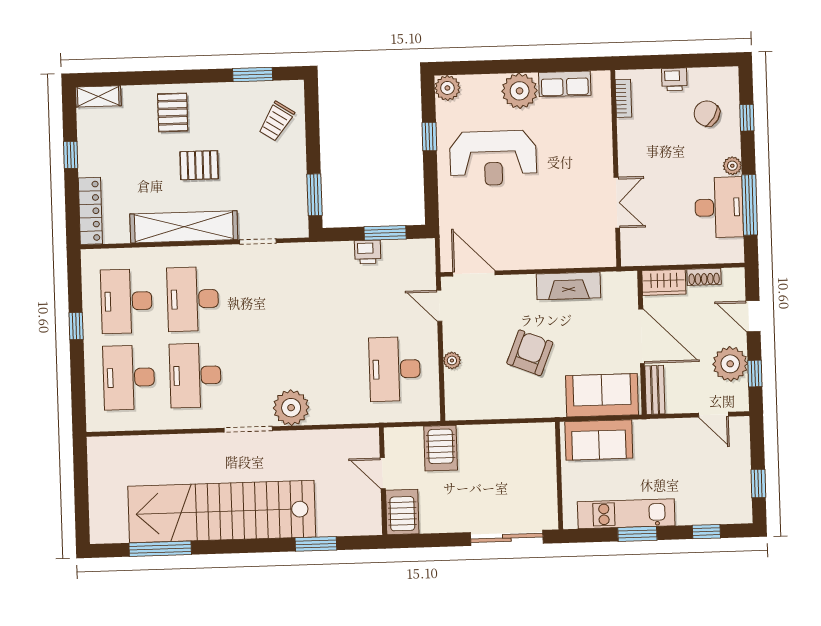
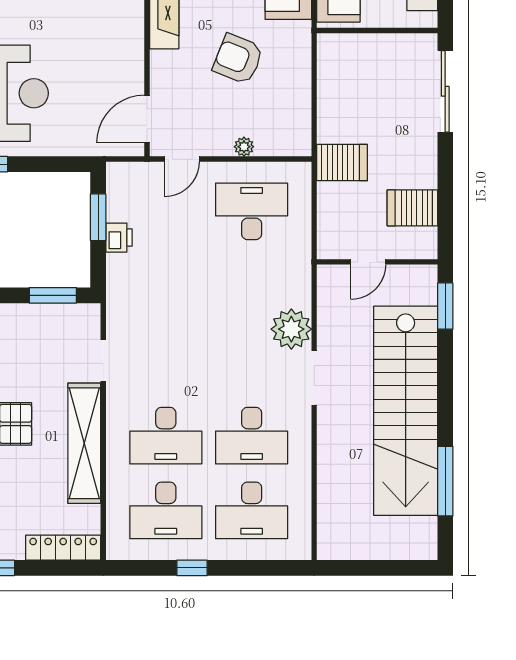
desk: (395, 369) -> (252, 211), turned 180
door: (383, 473) -> (368, 262), moved
wall: (383, 481) -> (377, 262), moved

